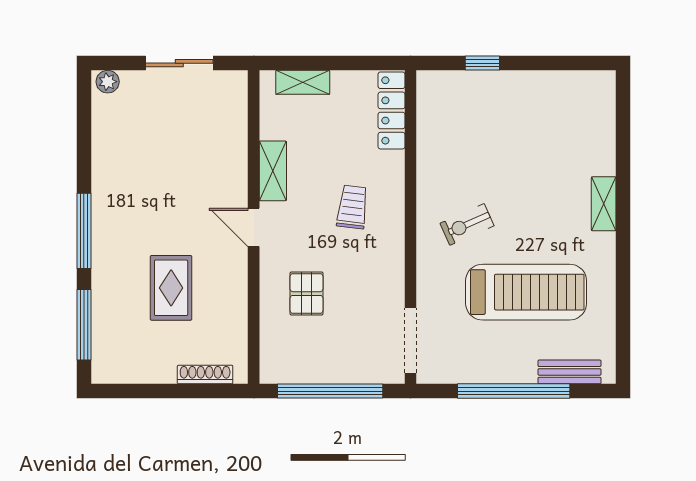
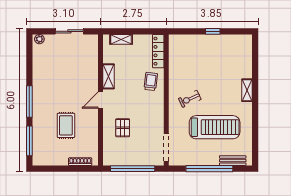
window: (482, 63) -> (213, 31), moved
trolley: (352, 207) -> (151, 81), moved
door: (254, 227) -> (101, 100), hinge flipped

